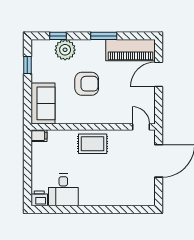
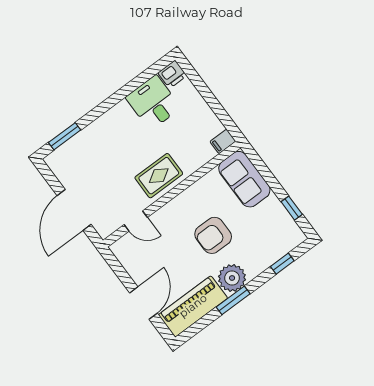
plant: (65, 50) -> (232, 278), moved
door: (141, 127) -> (136, 221), moved
window: (131, 209) -> (65, 136), added

